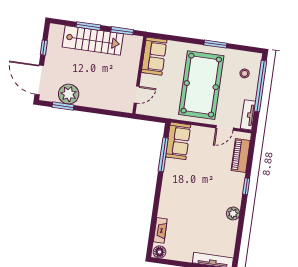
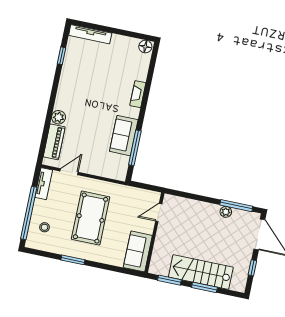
pool table: (201, 85) -> (91, 218), width x0.73, depth x0.76
plant: (69, 94) -> (226, 212), width x0.53, depth x0.53
window: (63, 106) -> (236, 206), width x1.44
sofa: (178, 141) -> (124, 136), moved
window: (246, 186) -> (62, 56), moved
plant: (233, 213) -> (59, 117), moved
fireplace: (160, 230) -> (138, 94), moved

